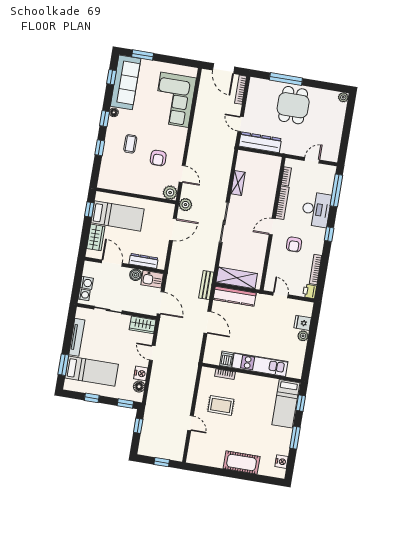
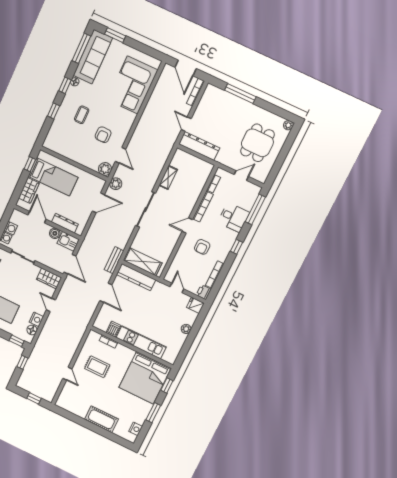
window: (111, 77) -> (81, 48), width x2.17
dining table: (293, 105) -> (257, 143), moved
desk: (316, 209) -> (234, 217), width x0.73
fridge: (303, 323) -> (195, 305), moved
bed: (286, 404) -> (145, 378), width x2.04

